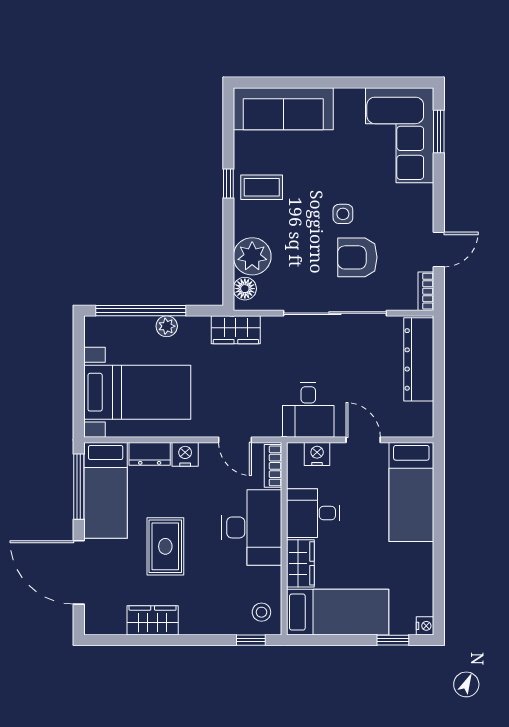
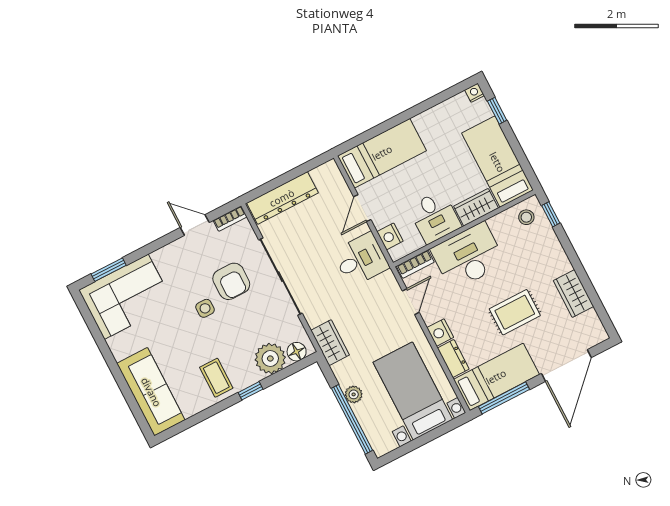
window: (228, 183) -> (250, 391), moved

